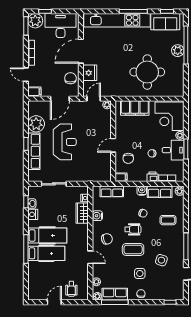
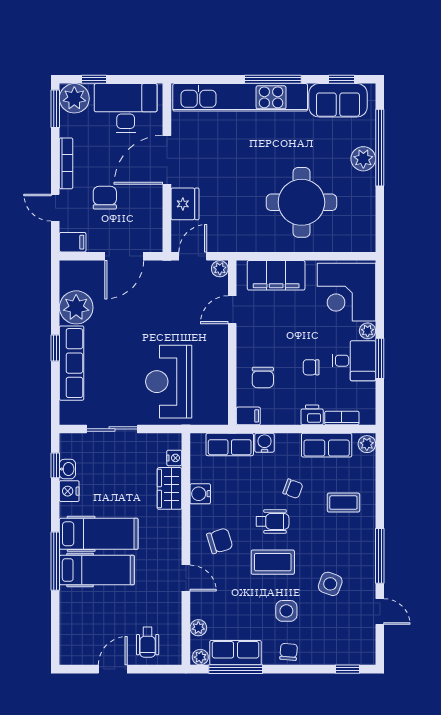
chair: (70, 78) -> (105, 198), moved
reception desk: (65, 142) -> (169, 382), moved, turned 180
door: (113, 145) -> (232, 310), moved
water cooler: (142, 191) -> (265, 443), moved

